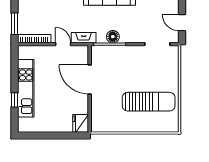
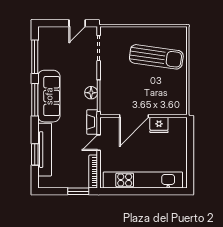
kitchen unit: (26, 88) -> (143, 180), width x1.36
window: (15, 100) -> (154, 191), removed
sun lounger: (149, 102) -> (156, 57), turned 98
fridge: (81, 123) -> (159, 125), moved

